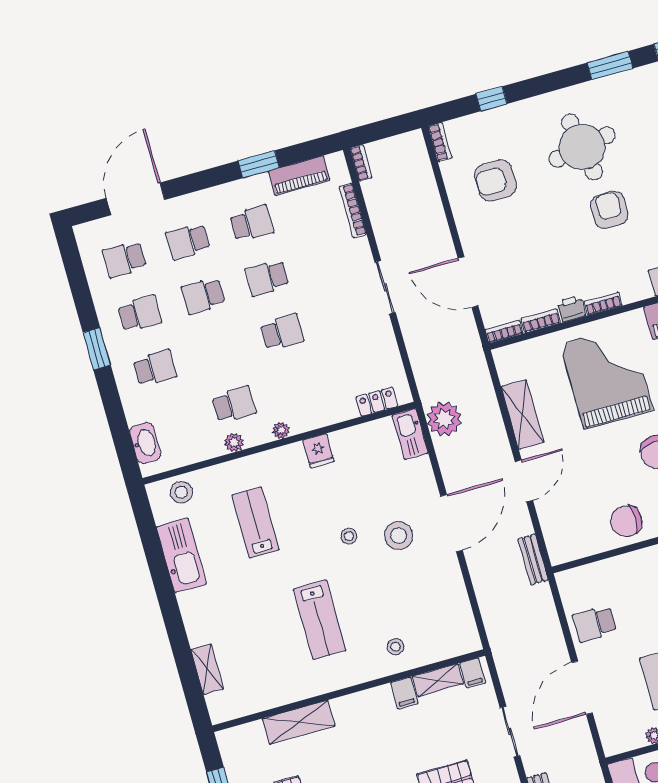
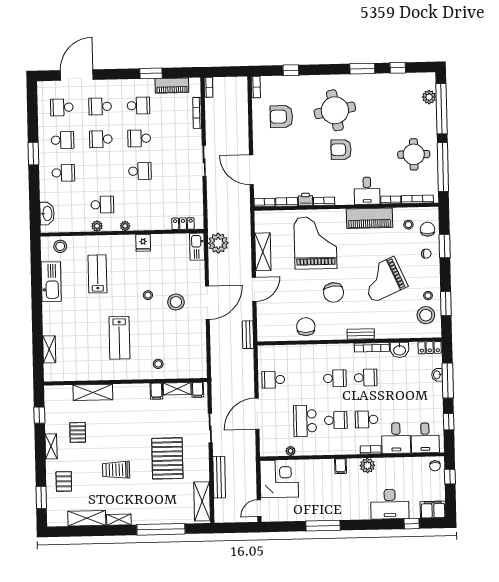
armchair: (609, 210) -> (341, 150), turned -90
chair: (626, 521) -> (306, 327), turned 90

